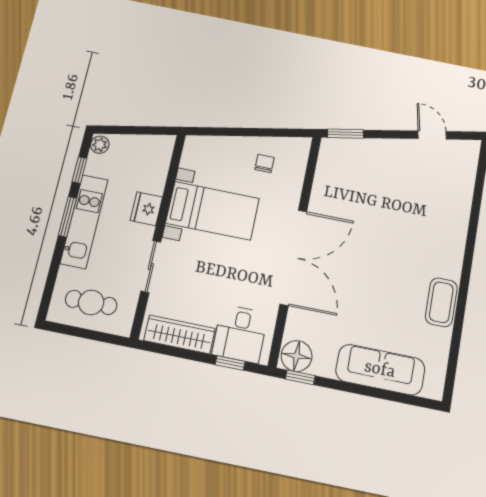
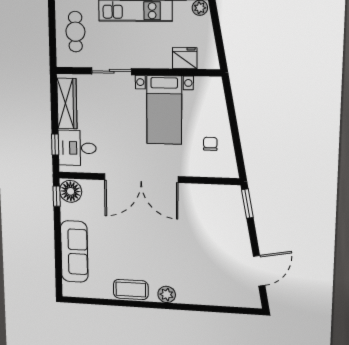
door: (432, 135) -> (259, 271), width x1.38
chair: (264, 163) -> (210, 144), turned -90
fridge: (146, 209) -> (185, 58), moved
plant: (452, 256) -> (167, 294), added

